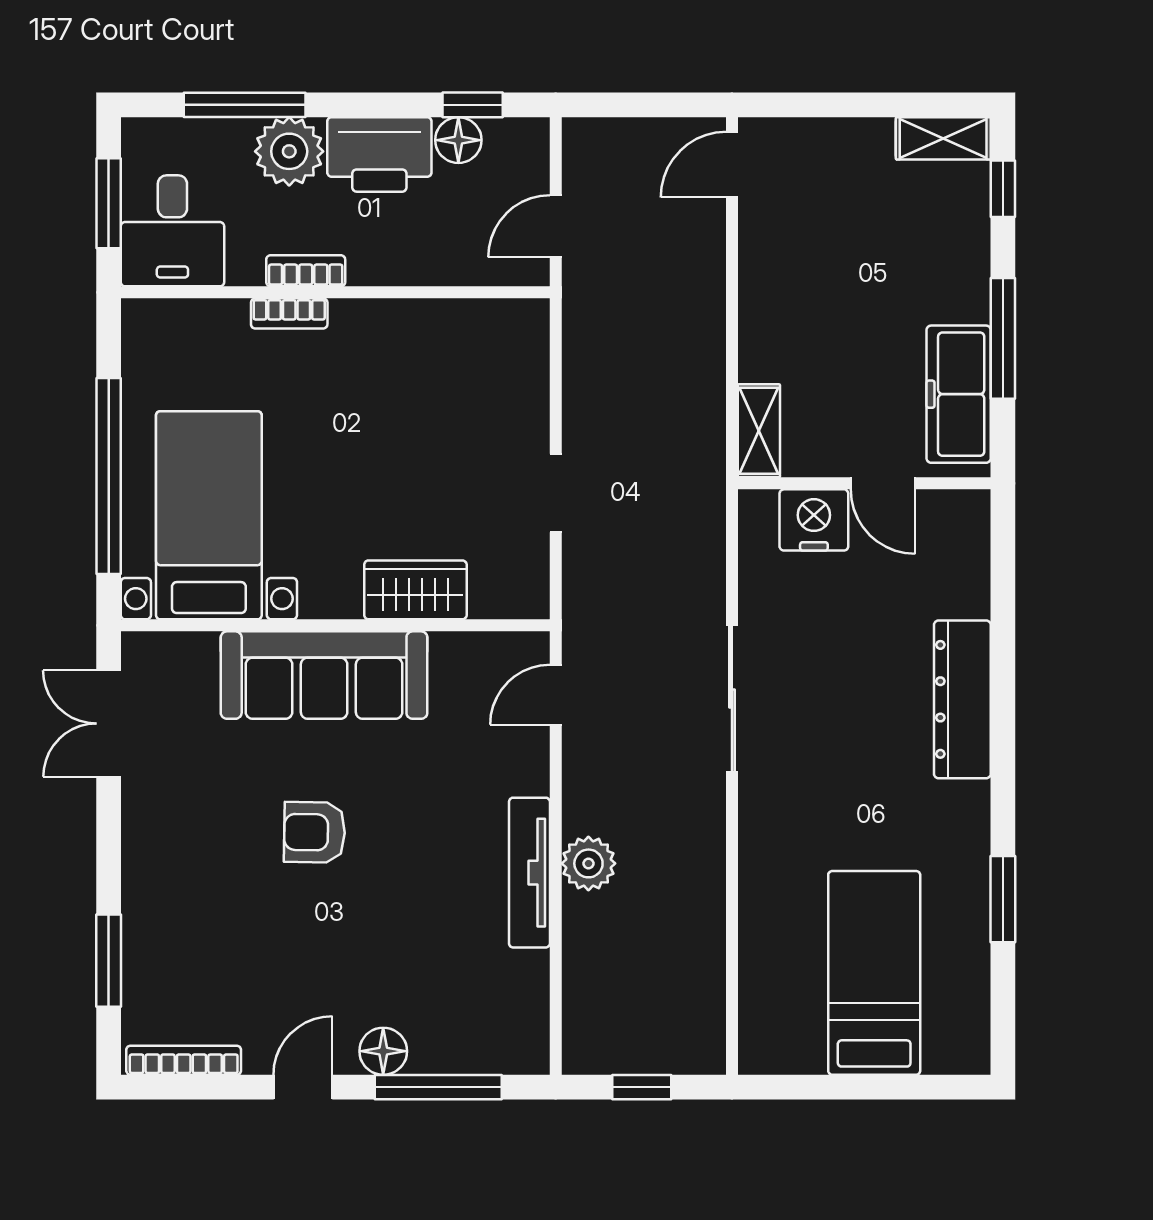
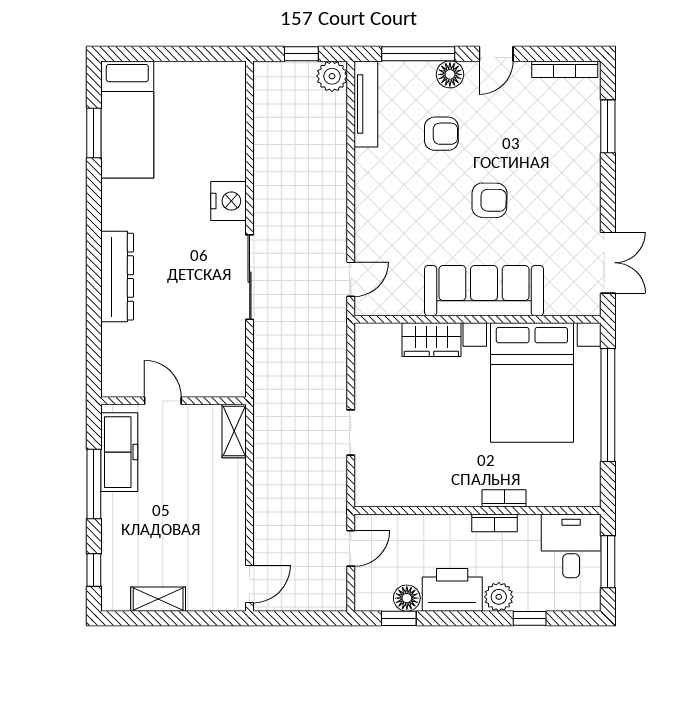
window: (245, 105) -> (530, 618), width x0.46
shelving: (943, 138) -> (158, 599), moved
plant: (289, 151) -> (499, 597), width x0.73, depth x0.73
doorway: (556, 493) -> (351, 432), moved
bed with nightstands: (209, 515) -> (532, 382), width x1.36
nightstand: (814, 520) -> (229, 201), moved, turned -90
plant: (588, 863) -> (332, 76), moved
tv unit: (529, 873) -> (366, 104), moved
window: (1003, 899) -> (94, 133), moved
armchair: (398, 948) -> (441, 134), added
bed: (874, 973) -> (127, 119), moved

